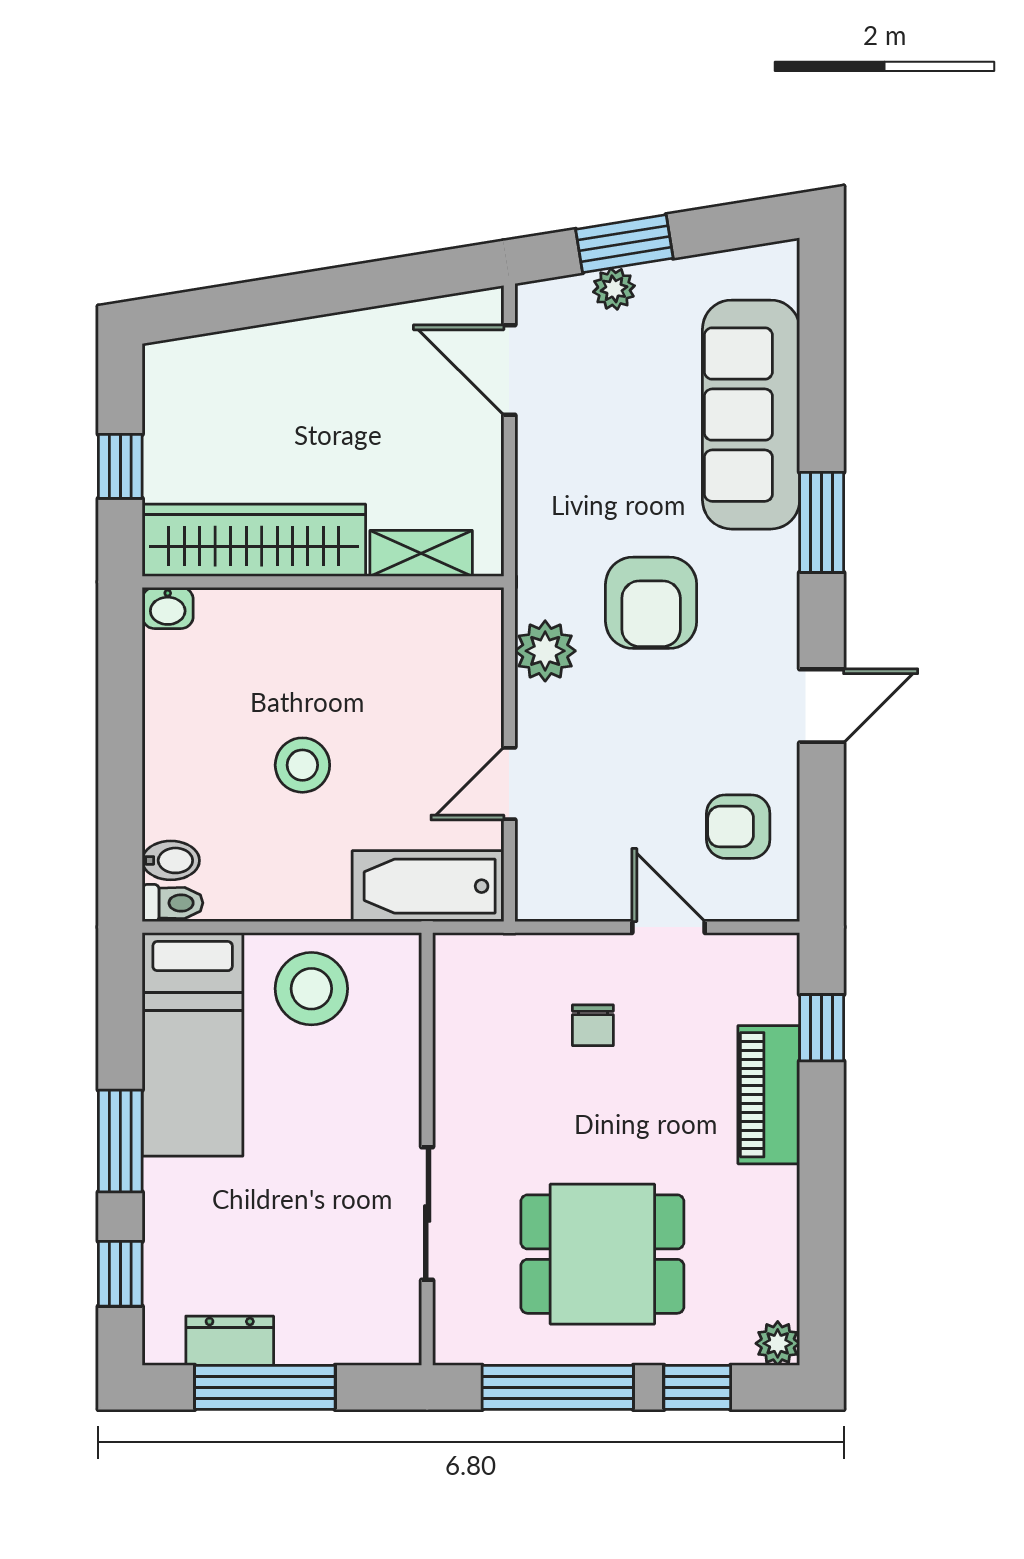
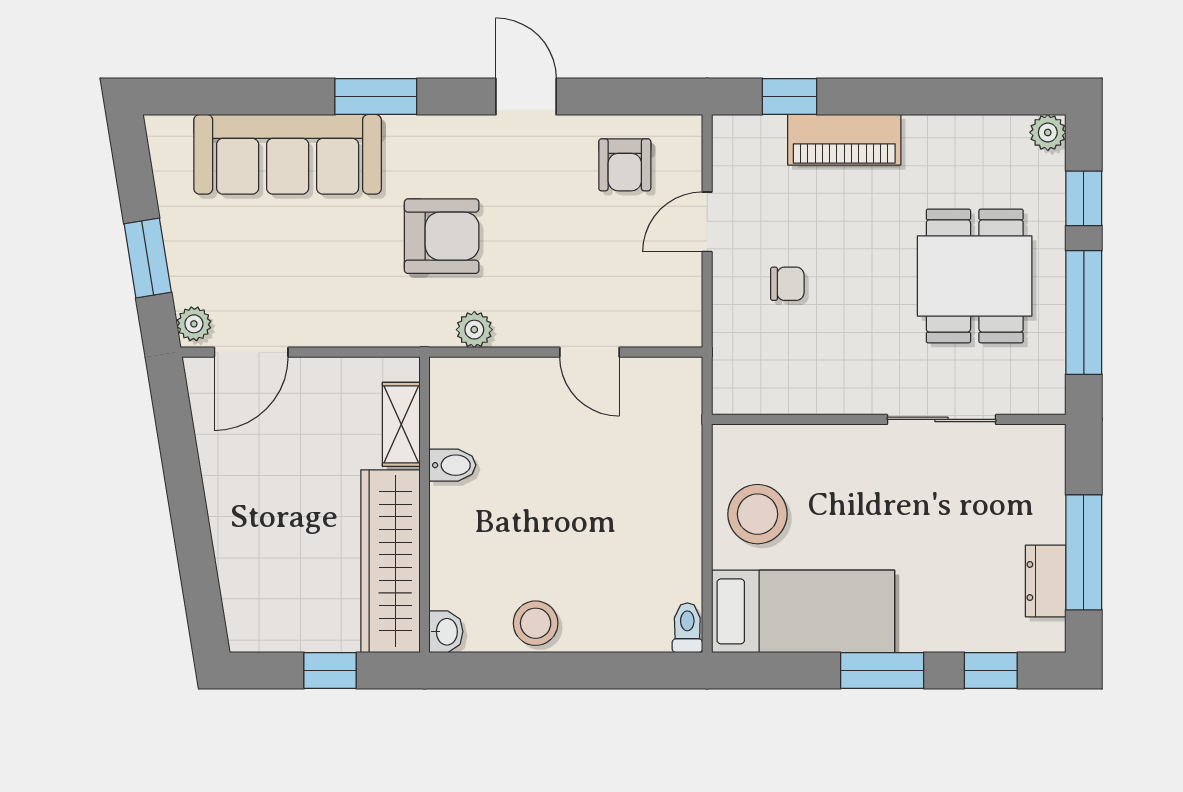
plant: (614, 289) -> (194, 324), moved
plant: (545, 651) -> (474, 330), width x0.73, depth x0.73
stool: (302, 765) -> (536, 623), moved
bidet: (171, 860) -> (452, 465), moved, turned 90
bathtub: (427, 886) -> (674, 419), removed

